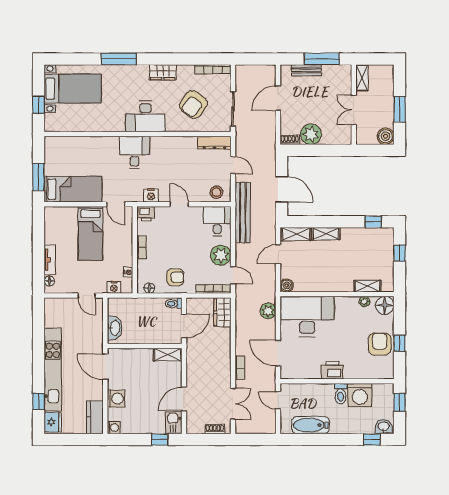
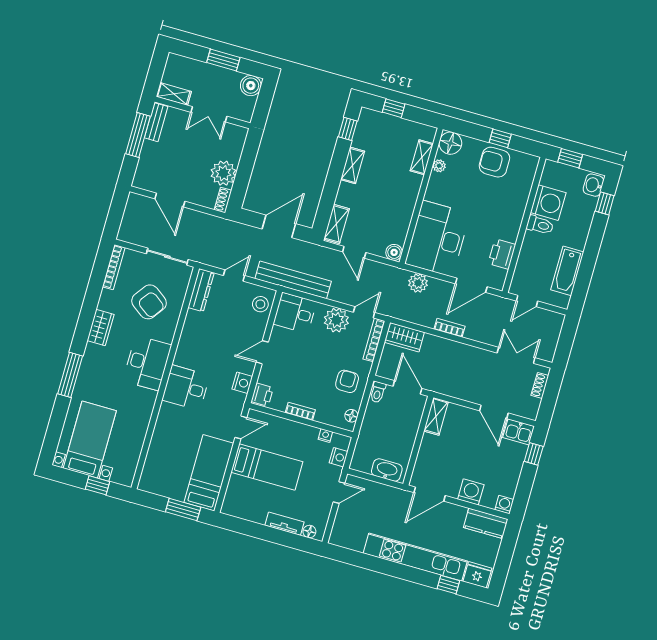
bench: (306, 70) -> (156, 122), moved
shelving: (326, 234) -> (353, 165), moved
bookcase: (240, 368) -> (449, 328), moved
printer: (332, 370) -> (502, 254), moved

